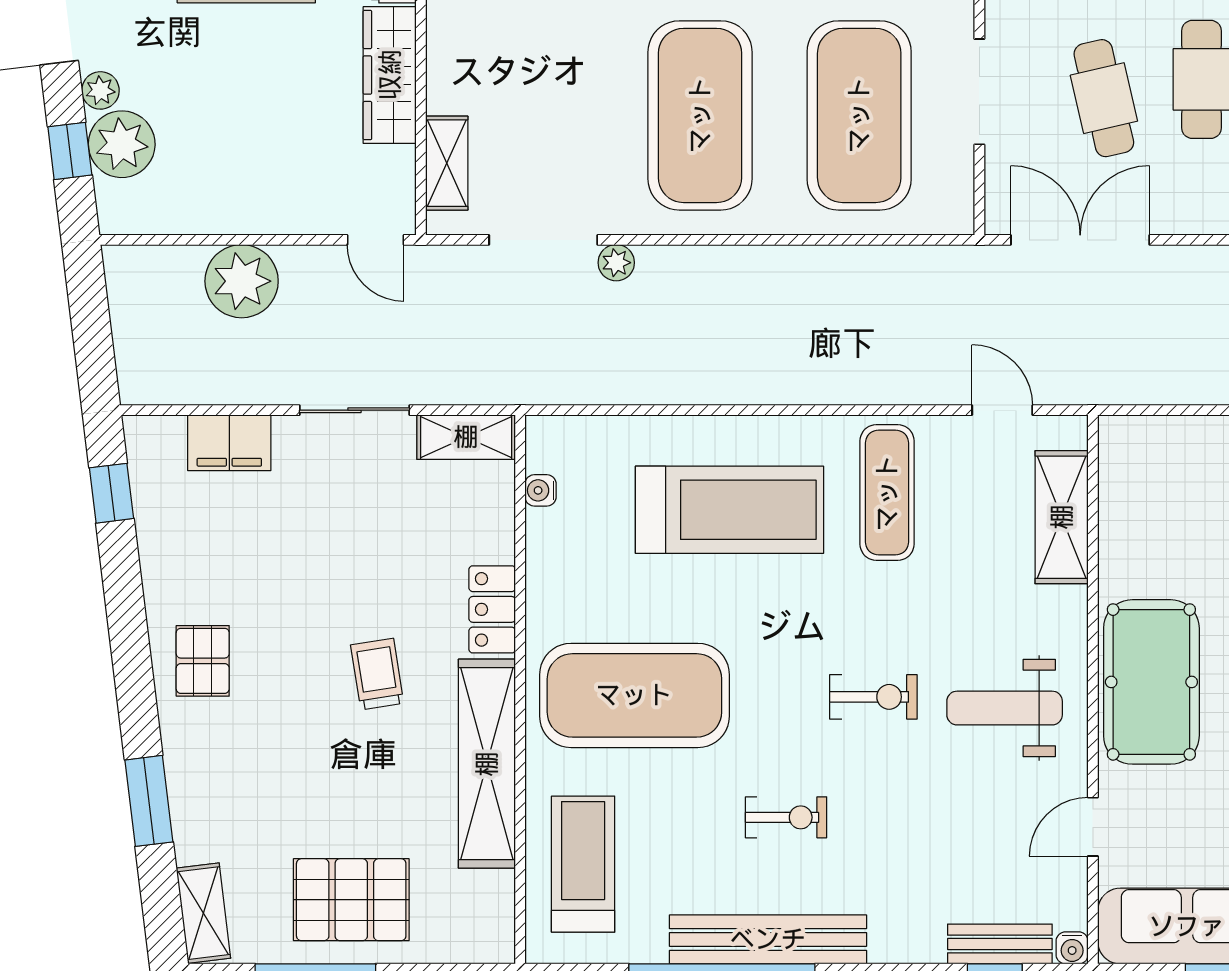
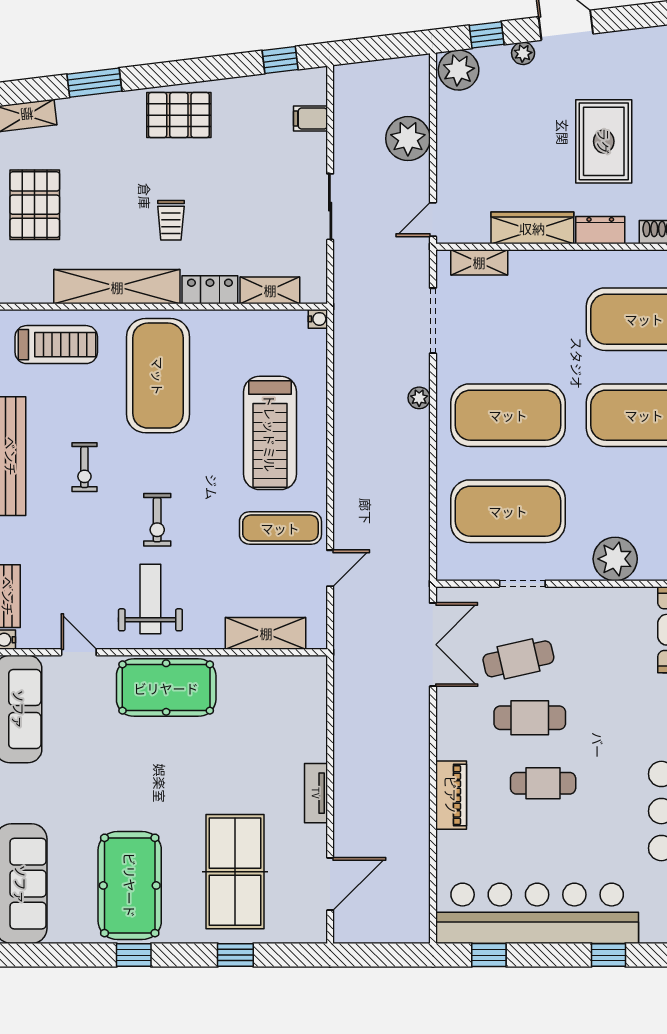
doorway: (979, 92) -> (522, 584), width x0.73
plant: (122, 144) -> (459, 70), moved
plant: (616, 263) -> (419, 398), moved
door: (1002, 410) -> (330, 568), moved
shelving: (466, 437) -> (270, 290), moved, turned 90
filing cabinet: (229, 443) -> (310, 119), width x0.50
water cooler: (541, 490) -> (318, 319), moved, turned 90
pallet: (203, 661) -> (179, 115), width x1.50, depth x1.42
trolley: (377, 674) -> (171, 220), turned 99

